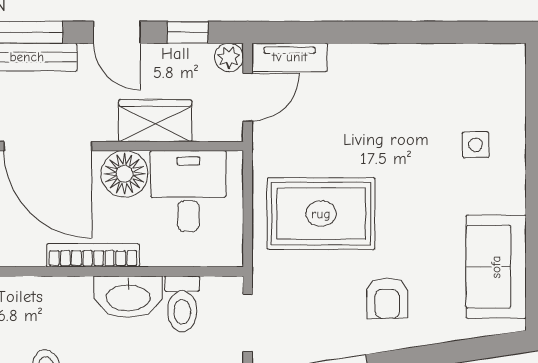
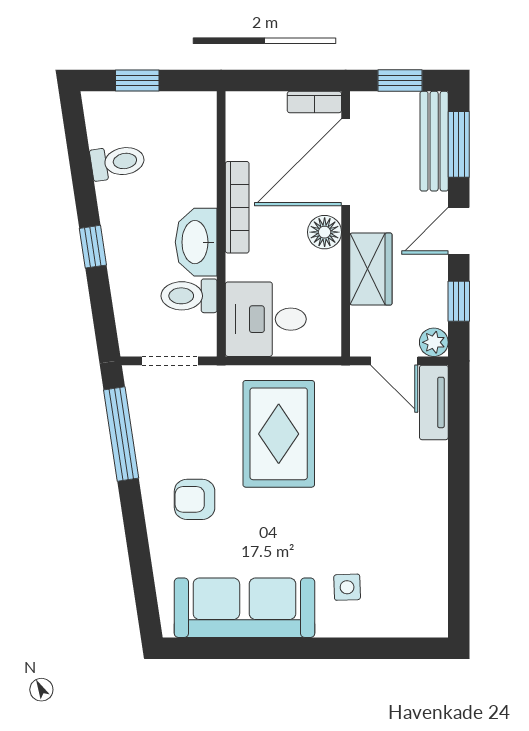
floor lamp: (124, 174) -> (325, 232), width x0.73, depth x0.73
desk: (188, 191) -> (266, 319), moved, turned 180
sofa: (496, 267) -> (244, 608), width x1.36

